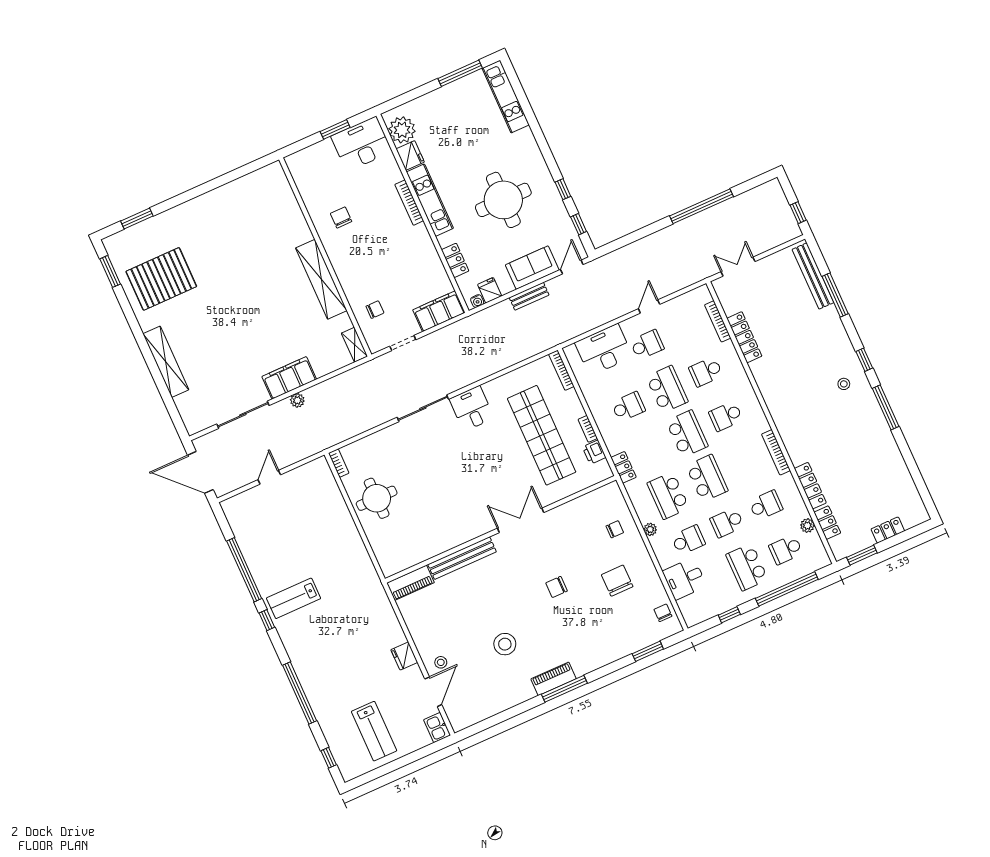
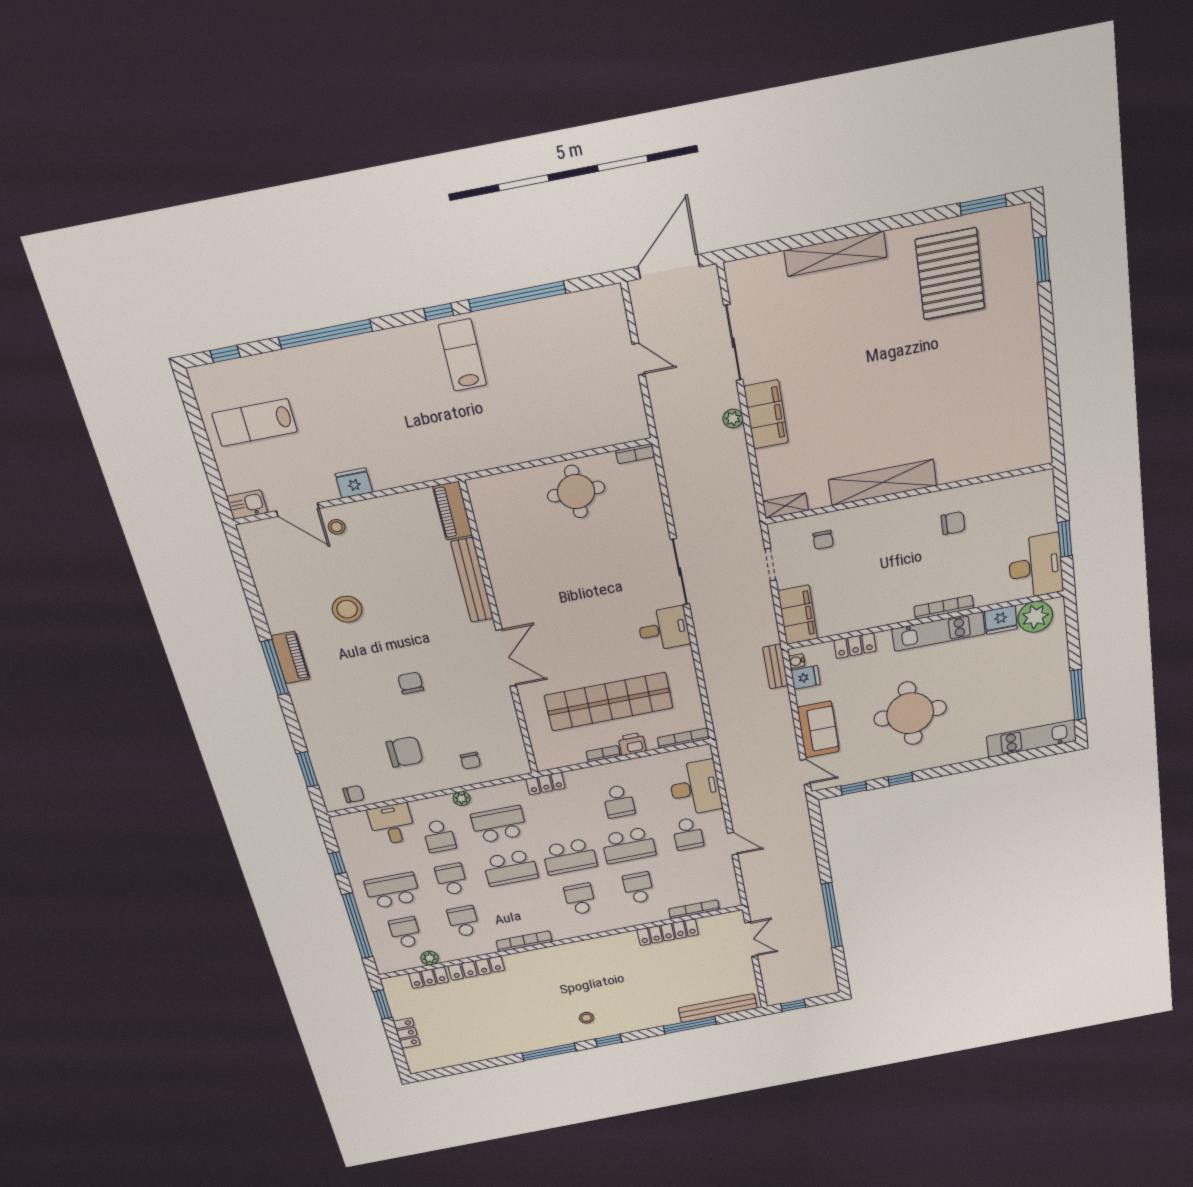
bench: (529, 296) -> (775, 666), moved
printer: (594, 452) -> (632, 744), moved
school desk: (766, 505) -> (463, 921), turned 180

